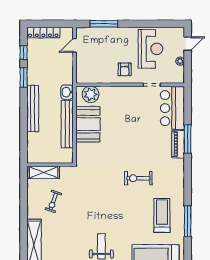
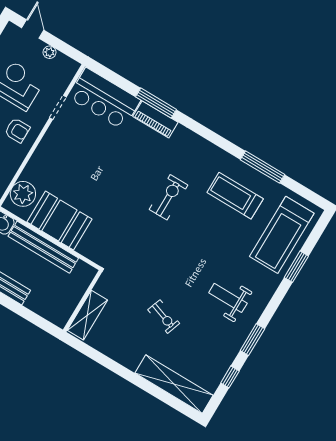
exercise bike: (138, 178) -> (169, 197), turned 180
exercise bike: (53, 201) -> (164, 317), moved

